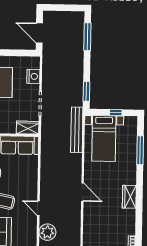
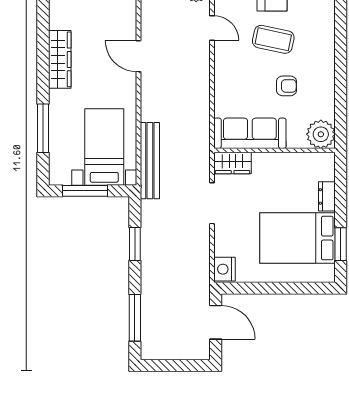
nightstand: (33, 76) -> (225, 269), moved
window: (86, 91) -> (135, 244), moved
window: (116, 113) -> (85, 191), width x2.17
wardrobe: (129, 197) -> (60, 59), width x1.50

